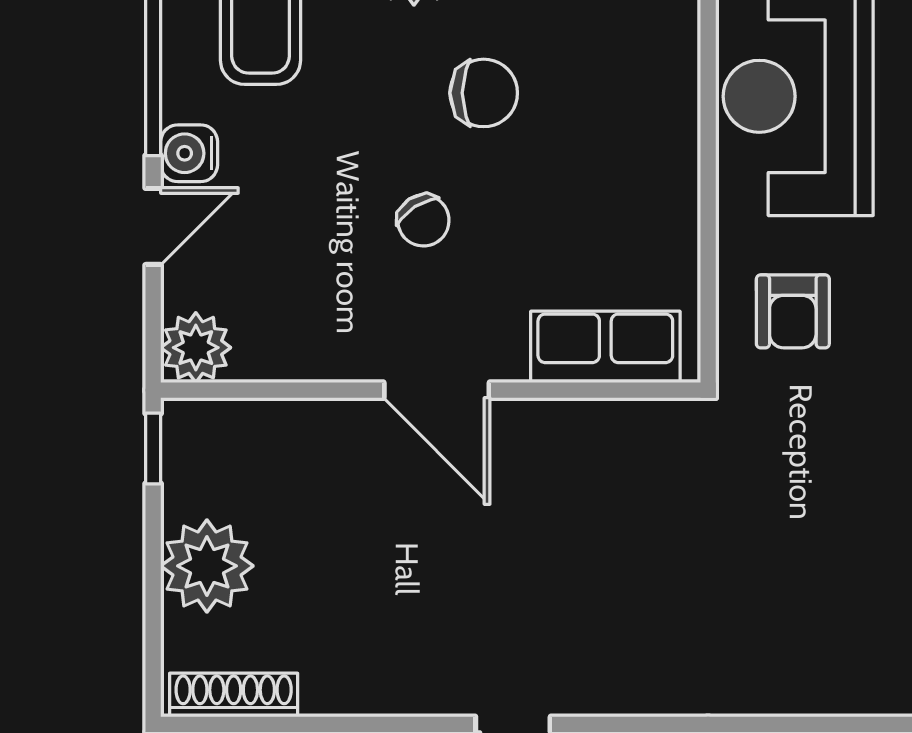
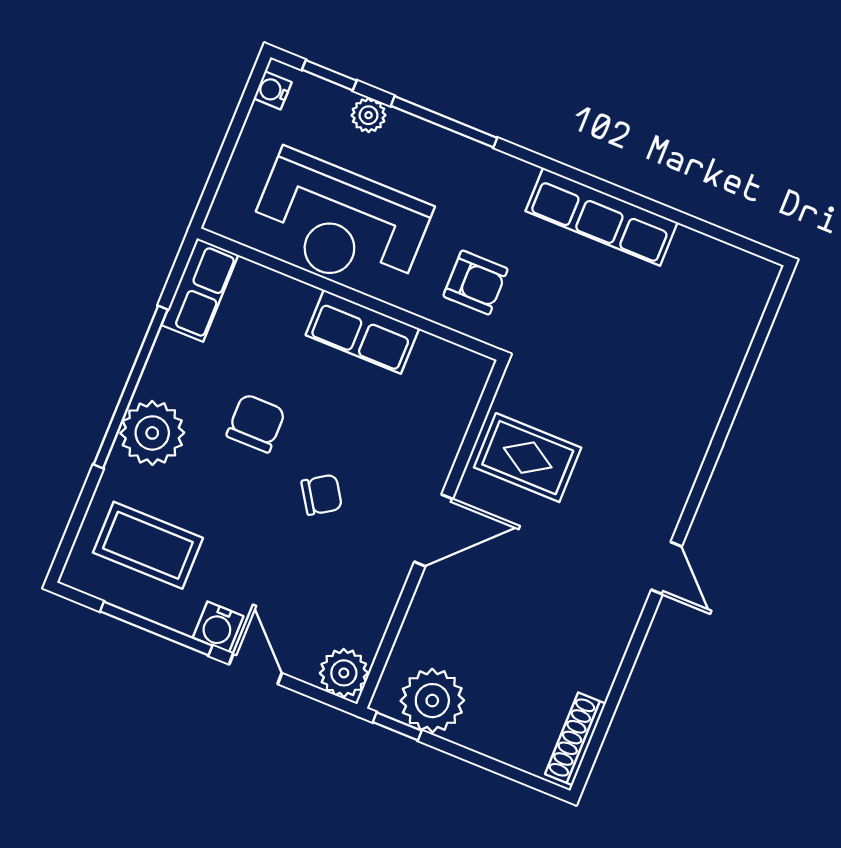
row of seats: (605, 347) -> (362, 332), moved, turned -90
rug: (586, 477) -> (528, 458), added
plant: (207, 566) -> (432, 701), moved

